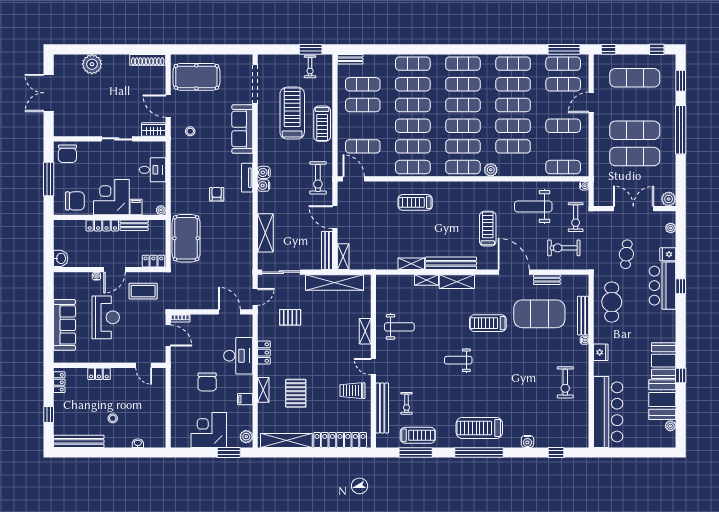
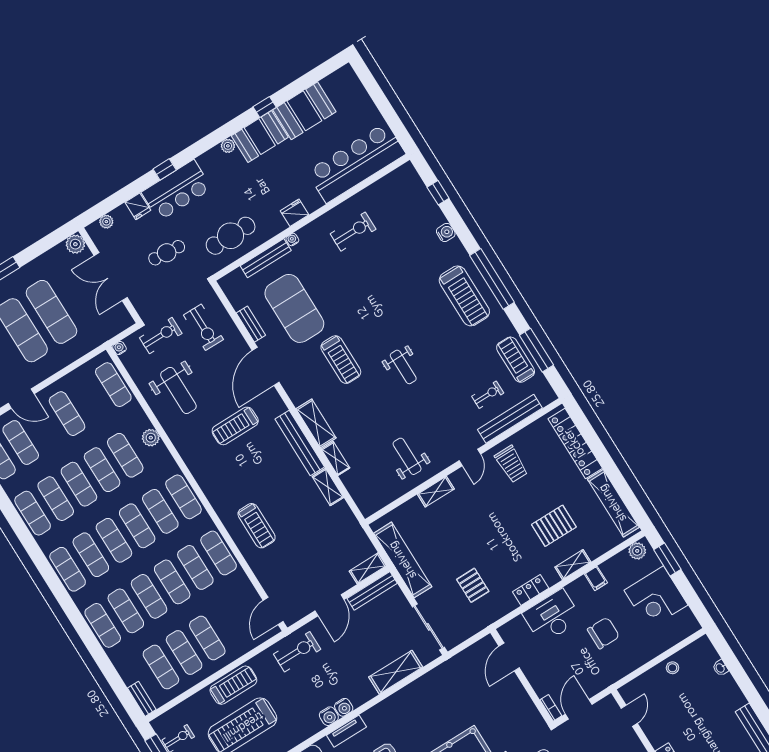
exercise mat: (363, 146) -> (207, 638), moved
plant: (491, 170) -> (151, 438), moved
door: (255, 297) -> (474, 639), removed
stool: (113, 418) -> (672, 668), moved
plant: (670, 426) -> (228, 146), moved

